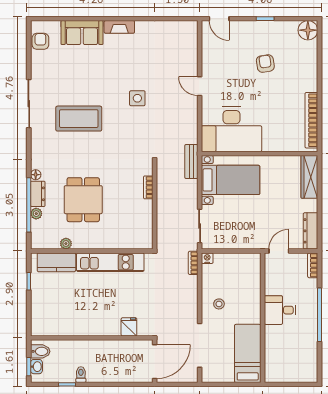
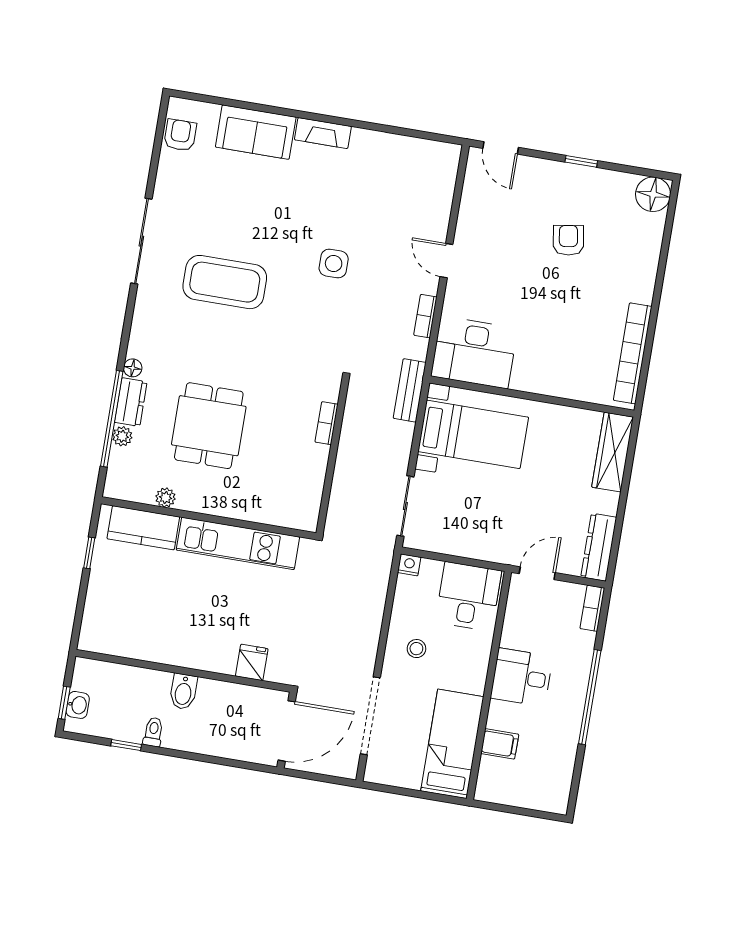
desk: (231, 129) -> (474, 352), width x0.73, depth x0.77
bookcase: (193, 263) -> (425, 316), moved
desk: (243, 270) -> (468, 596), added
filing cabinet: (274, 349) -> (500, 744), added
bidet: (40, 351) -> (183, 692), moved, turned 90

